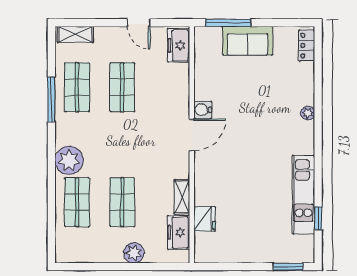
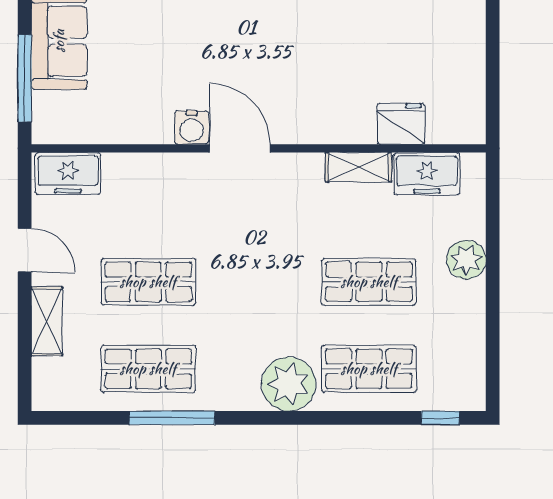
door: (139, 23) -> (25, 250), hinge flipped
shelving: (75, 34) -> (47, 321), moved
window: (51, 239) -> (440, 418), added

